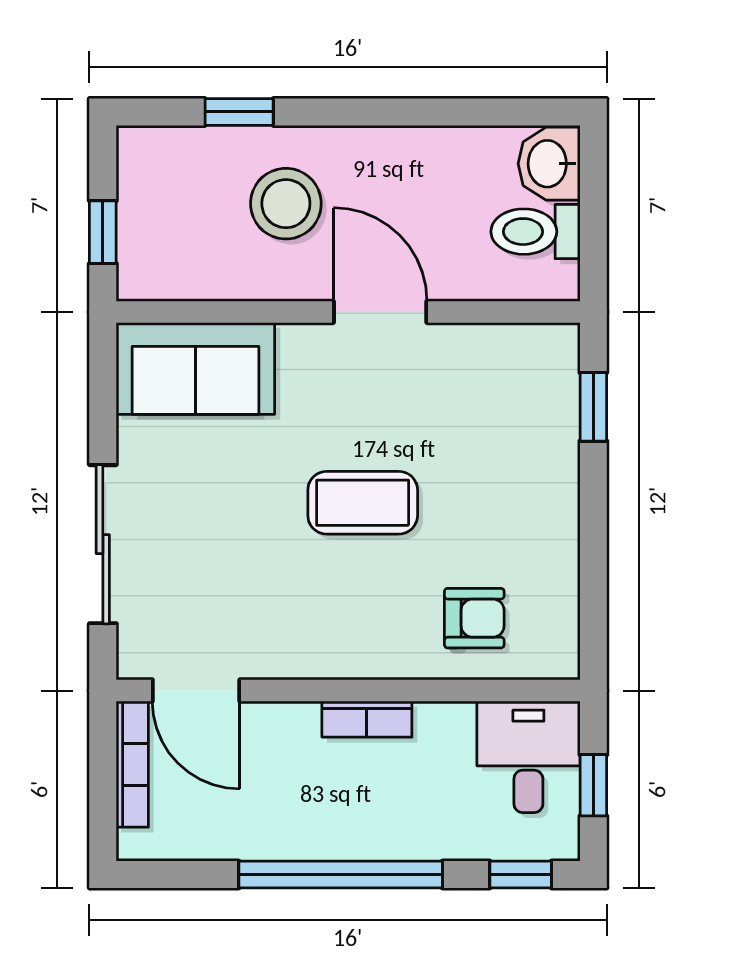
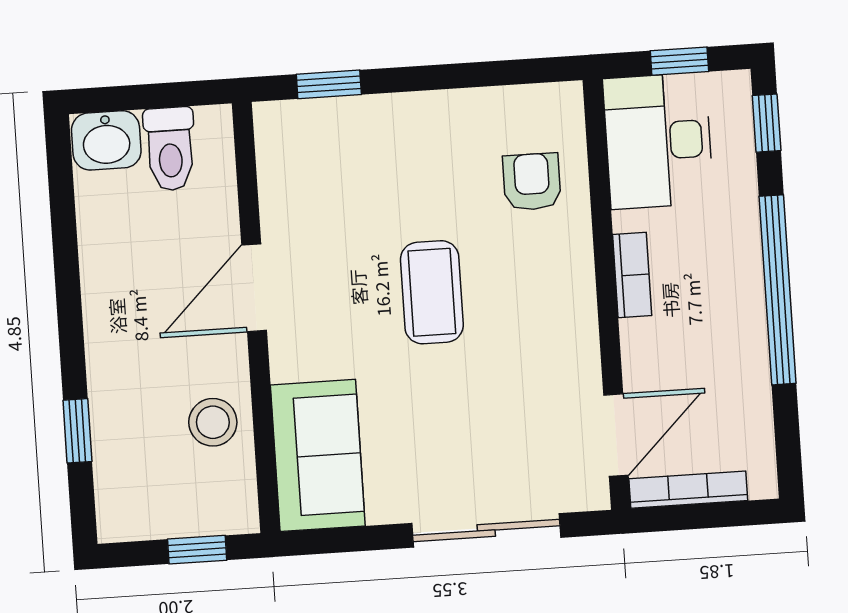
stool: (286, 204) -> (213, 422), moved, width x0.73, depth x0.73
desk: (528, 757) -> (658, 141), width x1.37

